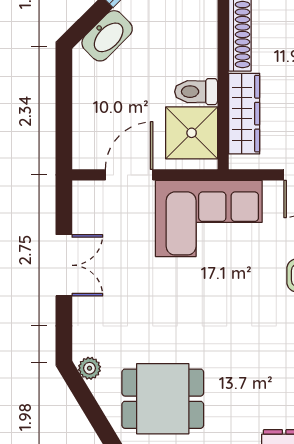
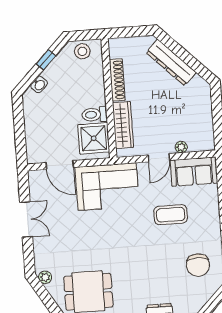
washbasin: (107, 36) -> (39, 85), width x0.52, depth x0.69
door: (129, 175) -> (60, 165), swing flipped

